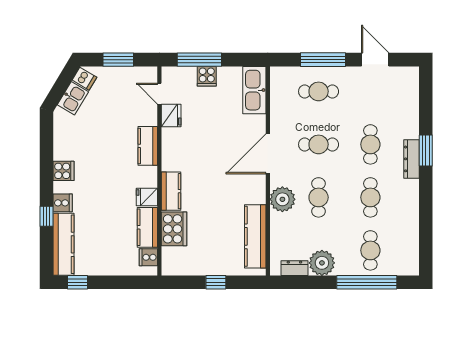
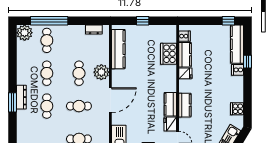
cooker: (63, 171) -> (237, 109), moved
kitchen counter: (171, 191) -> (170, 104), moved
plant: (322, 263) -> (25, 33), moved

